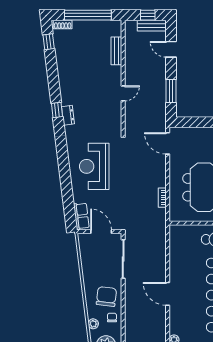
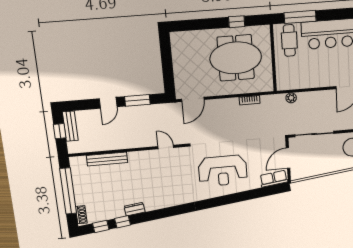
door: (171, 49) -> (108, 103), moved
bench: (116, 51) -> (107, 159), width x1.36
door: (123, 93) -> (166, 147), moved
window: (57, 110) -> (123, 222), moved
dresser: (68, 115) -> (135, 209), moved
plant: (161, 238) -> (291, 98), added

